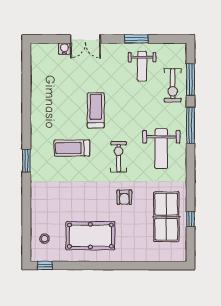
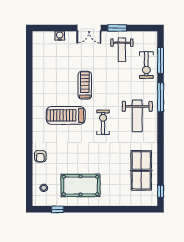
double door: (85, 39) -> (89, 28), moved
treadmill: (72, 148) -> (66, 115), width x1.37, depth x1.38
window: (26, 161) -> (29, 125), removed
armchair: (124, 197) -> (40, 156), moved
window: (190, 219) -> (161, 191), moved
window: (45, 266) -> (57, 209), moved

